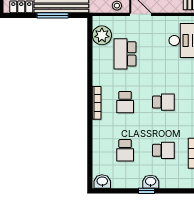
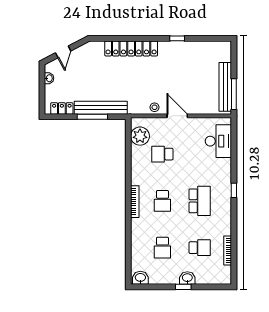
school desk: (125, 54) -> (162, 154), width x0.54
school desk: (163, 102) -> (200, 201), width x1.85

